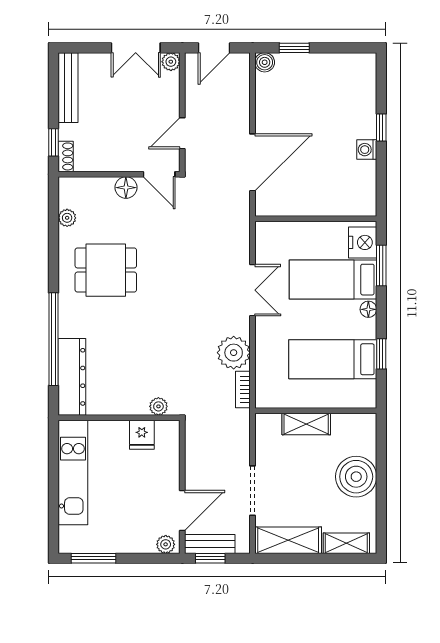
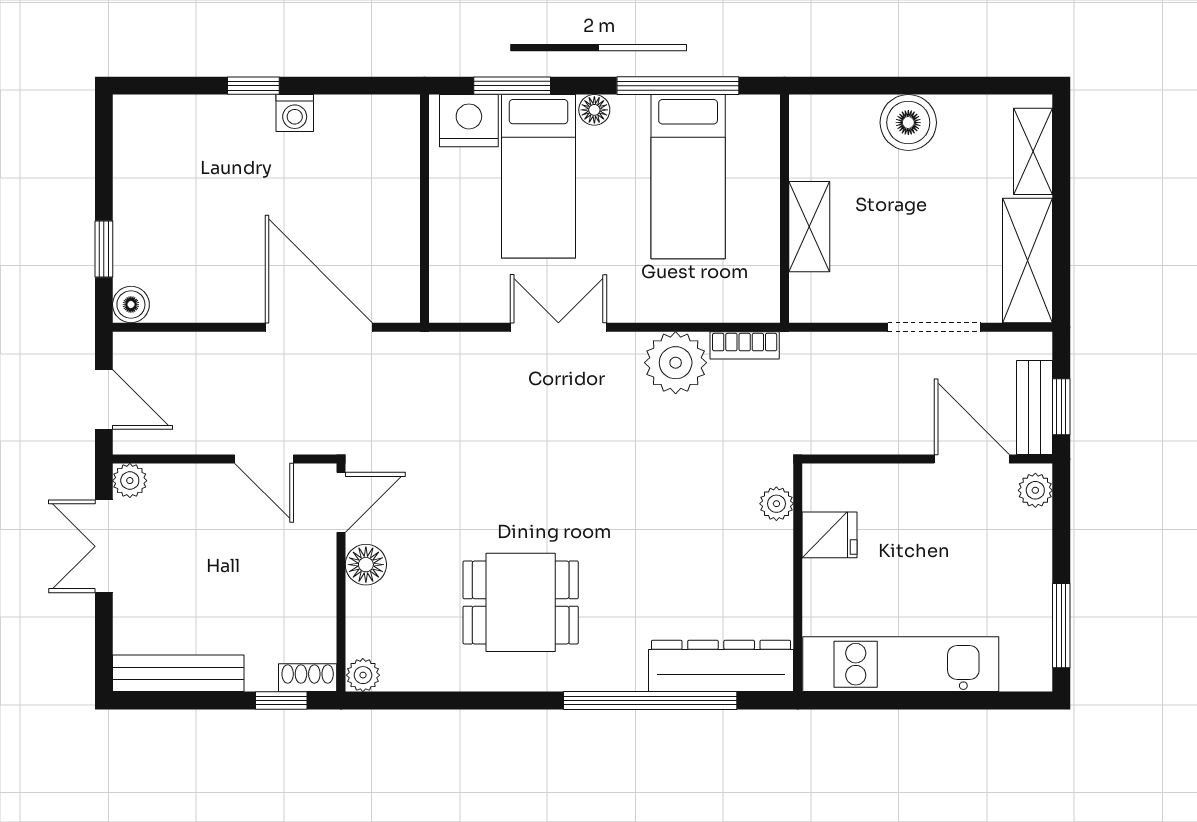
double door: (136, 48) -> (104, 546), swing flipped
plant: (67, 218) -> (363, 675), moved
dining table: (106, 270) -> (521, 602), turned 90
window: (381, 354) -> (678, 86), width x2.17
boiler: (356, 477) -> (908, 123), width x0.73, depth x0.73

